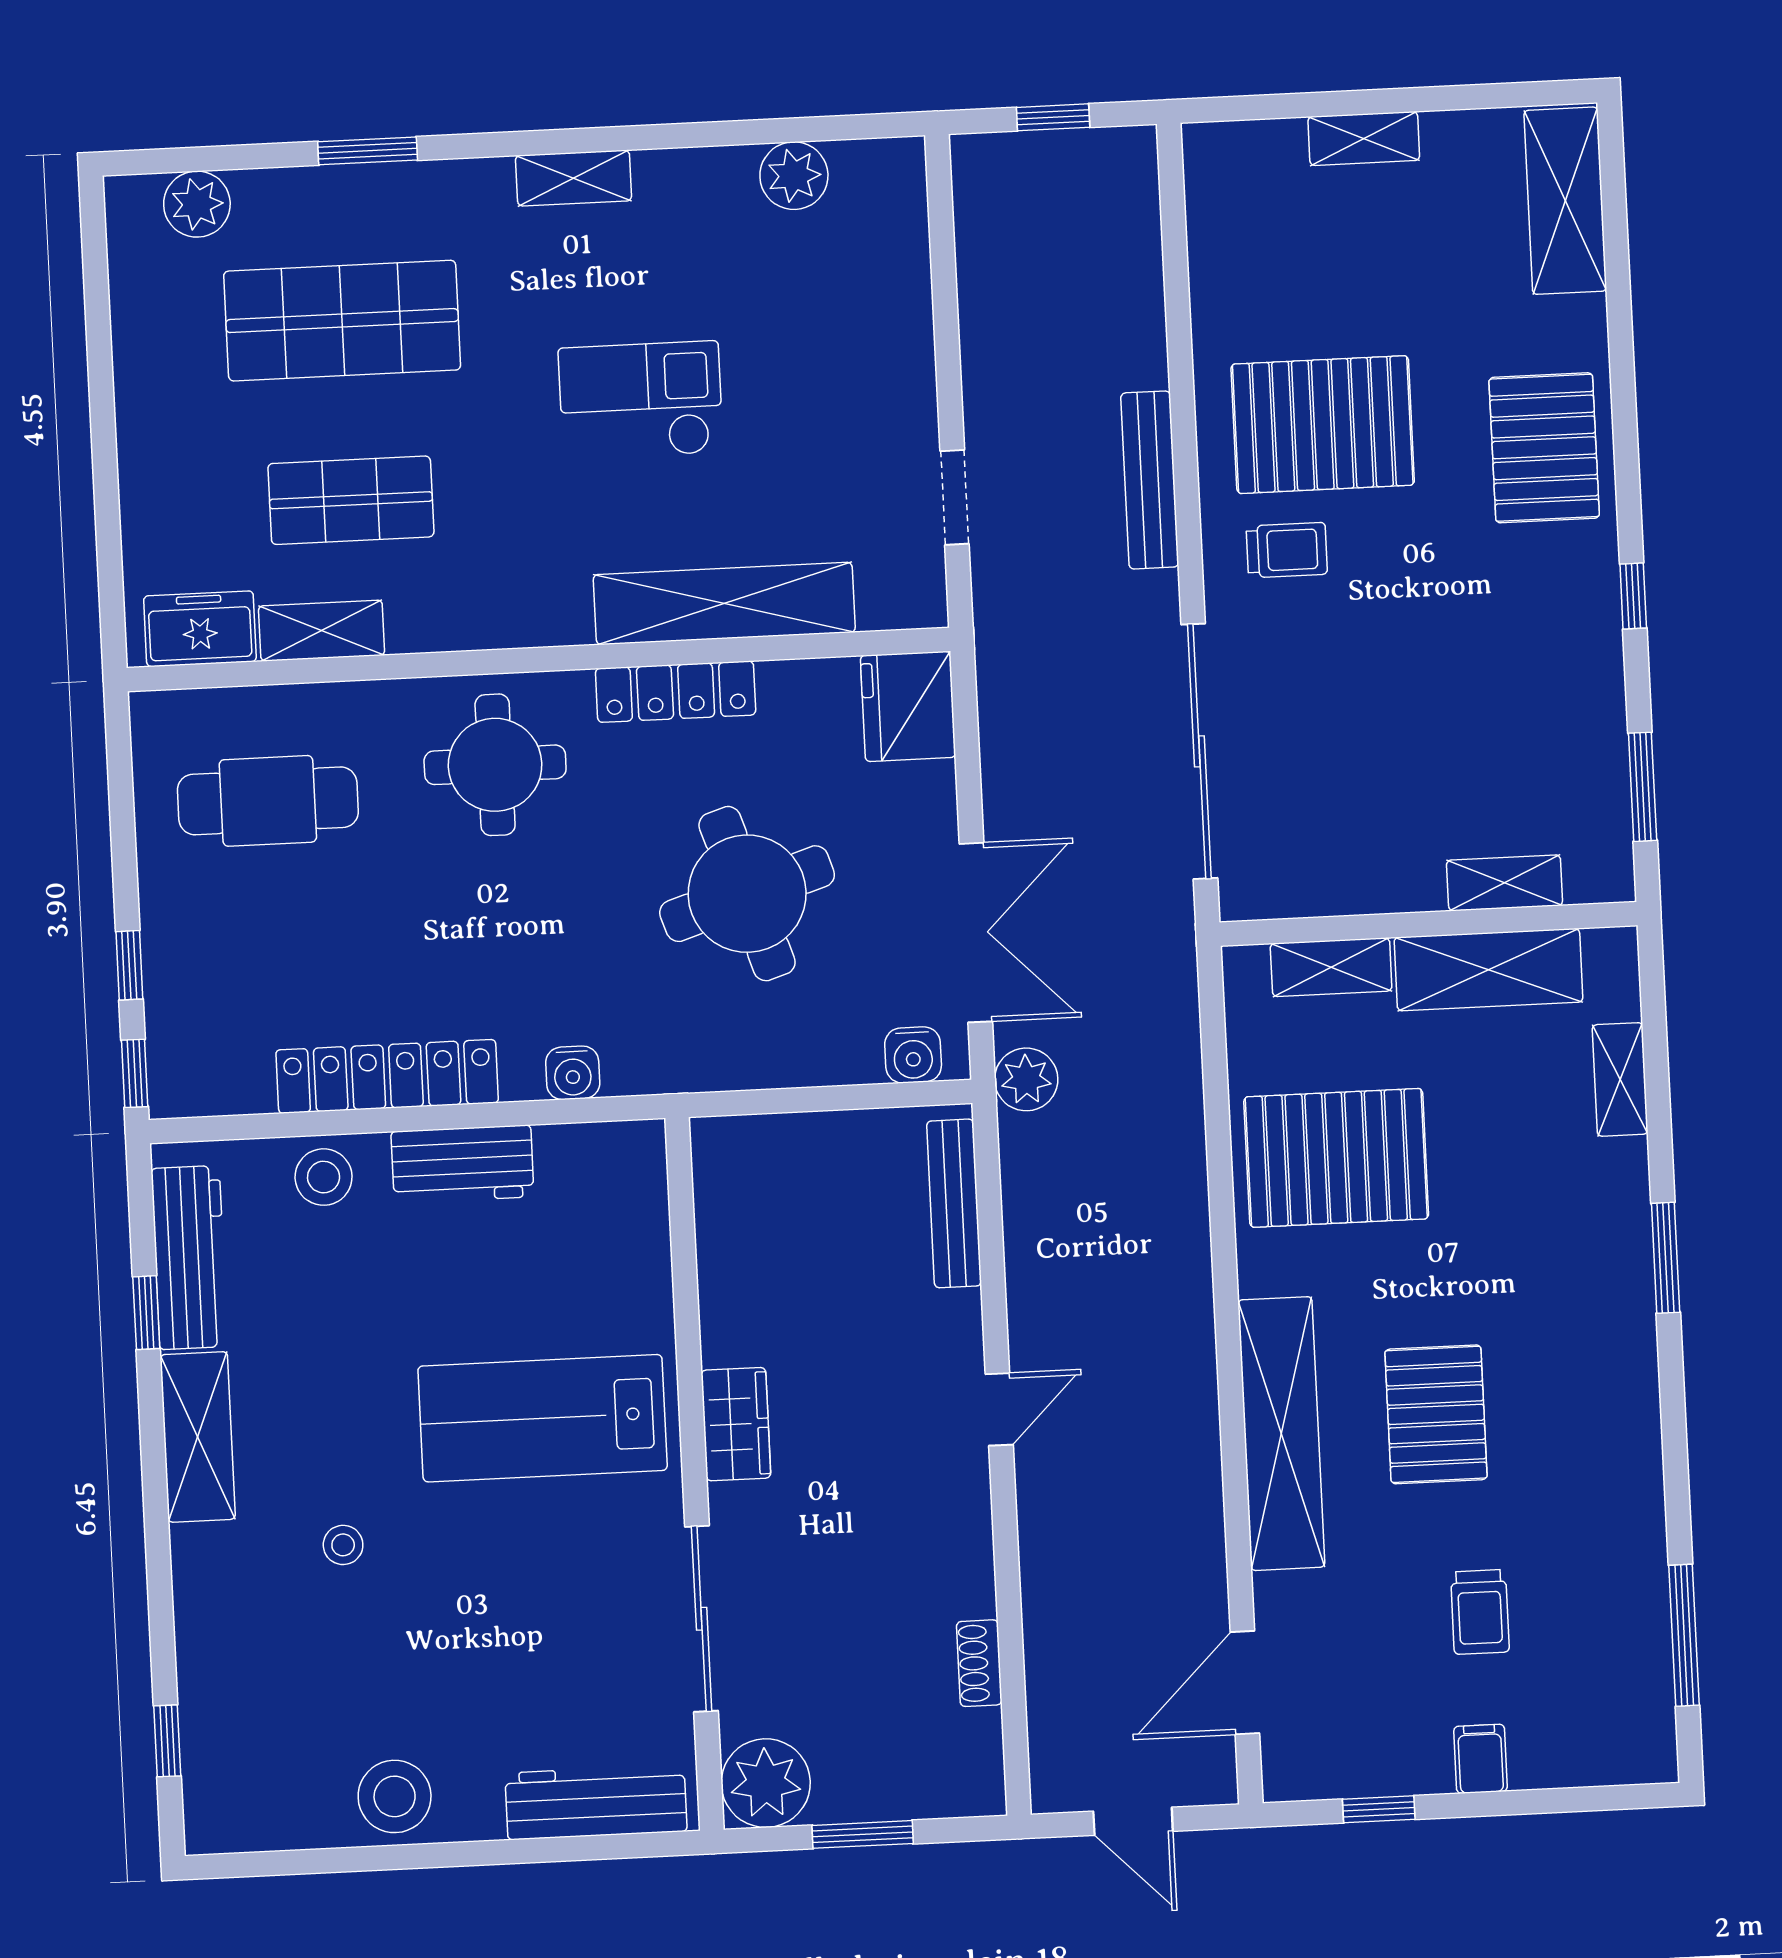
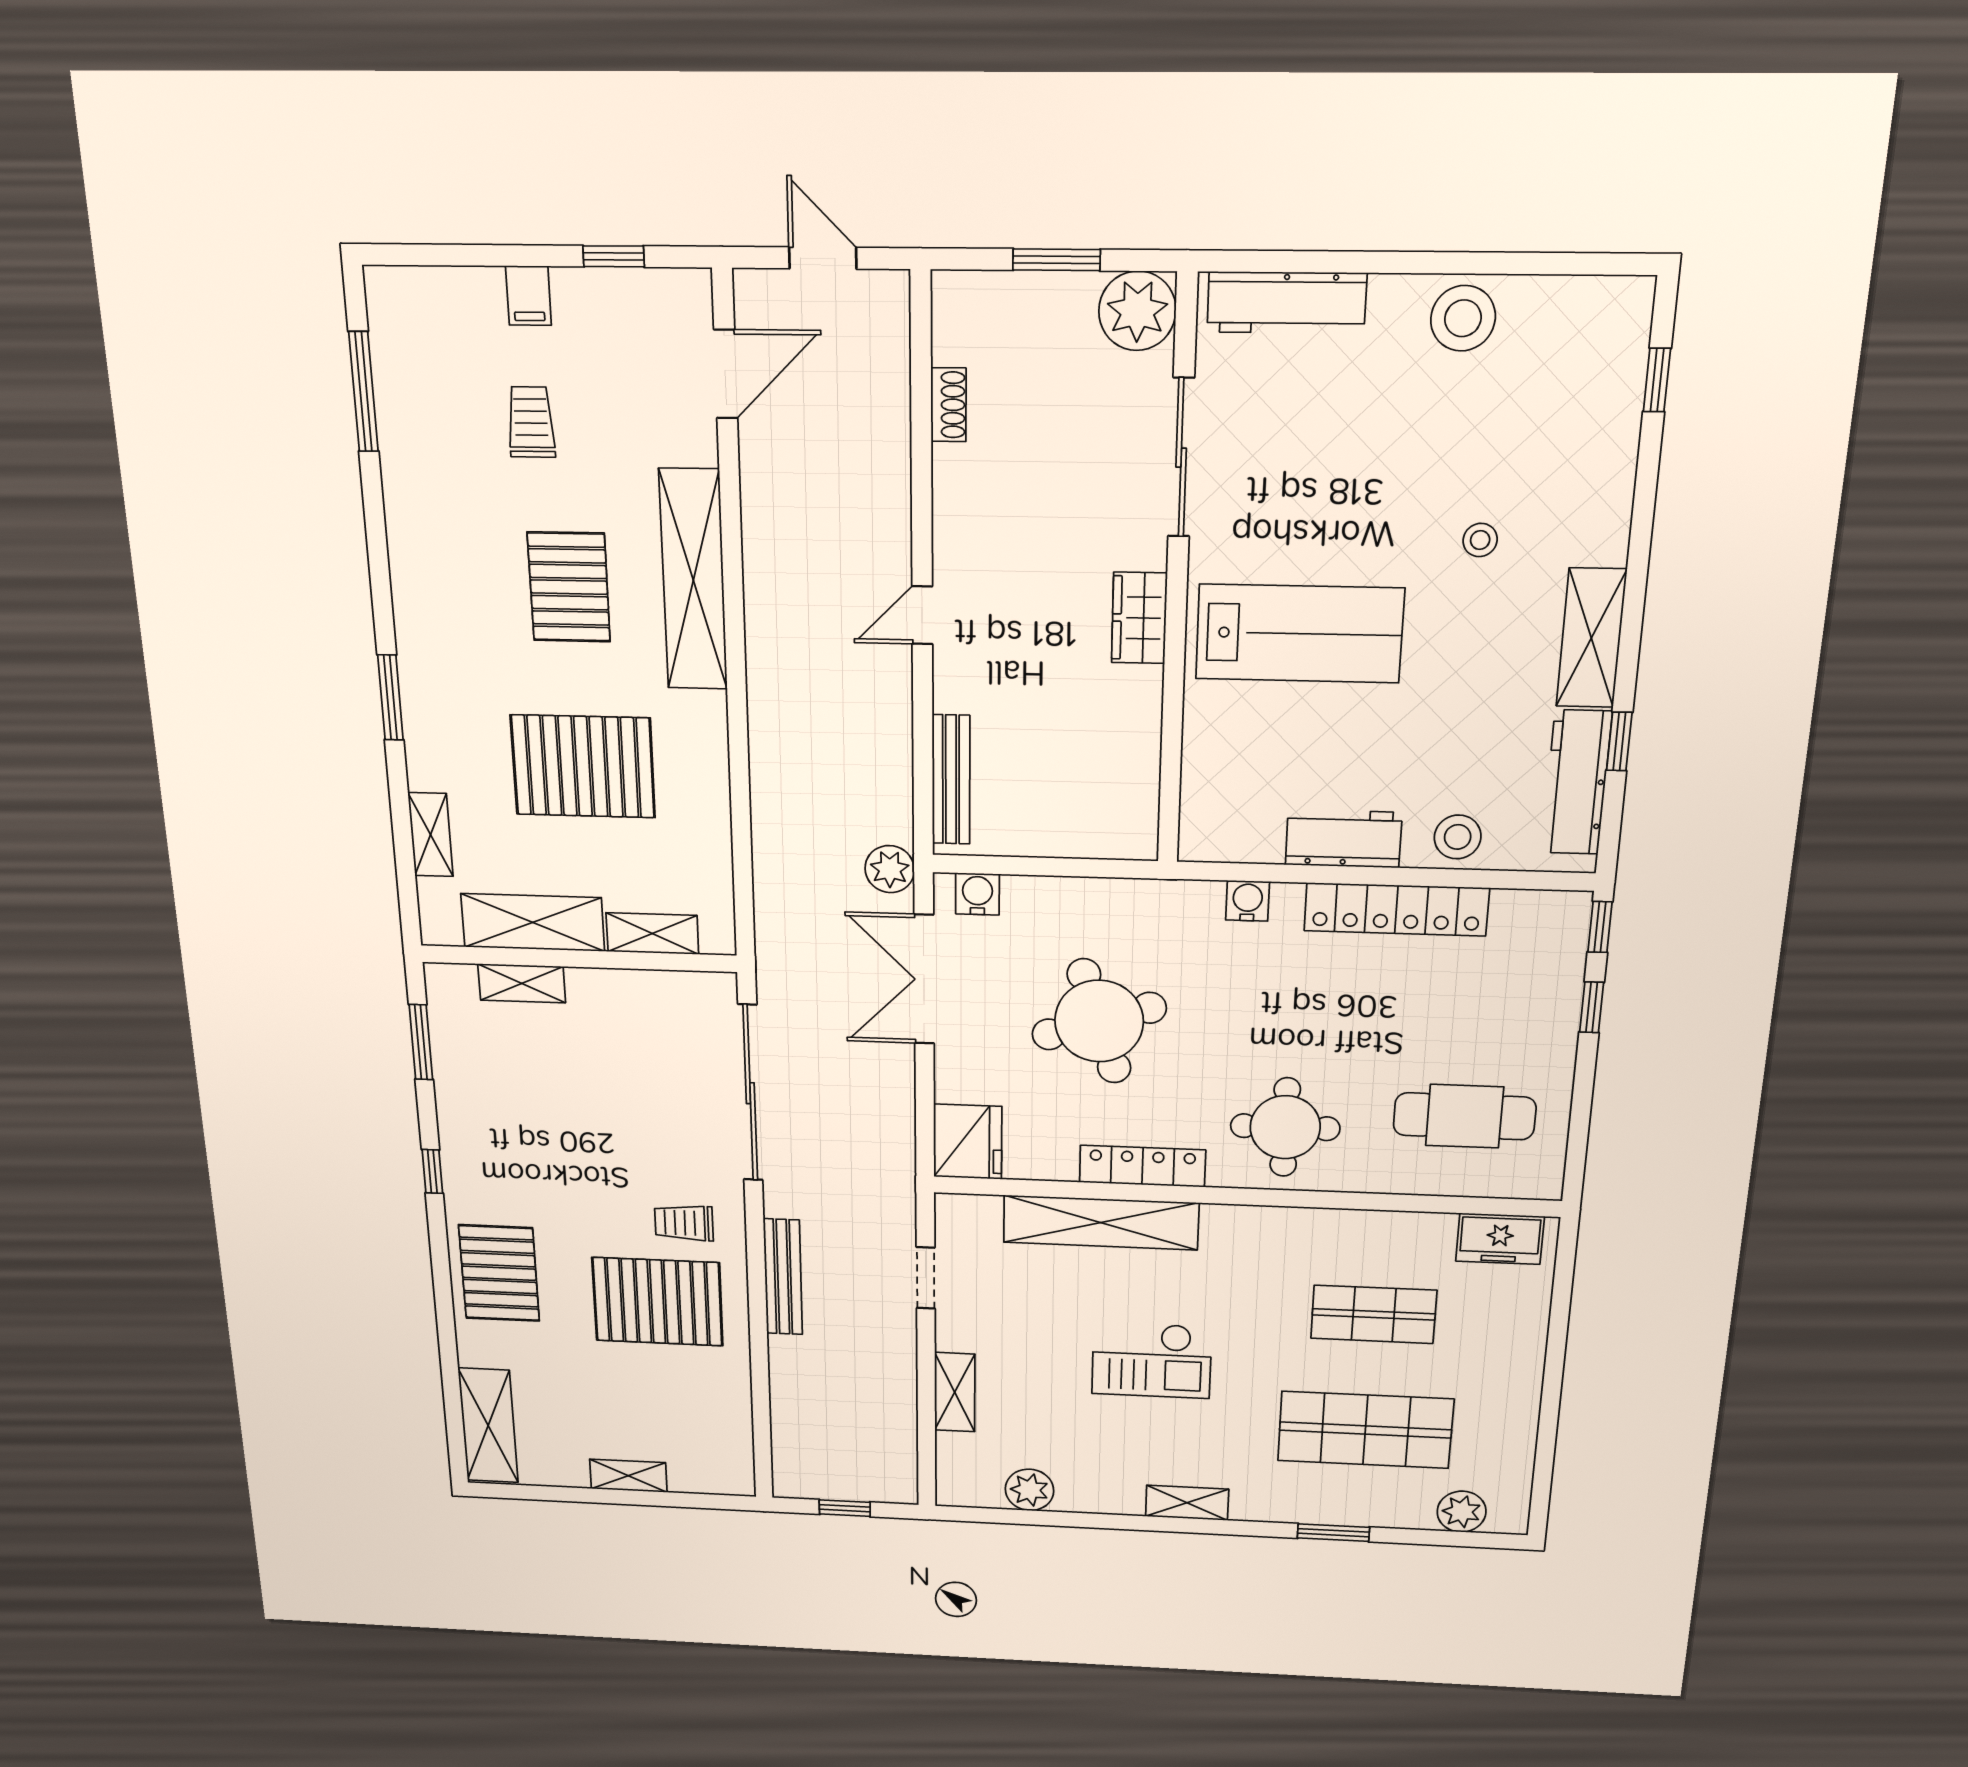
shelving: (322, 631) -> (955, 1392), moved, turned 90
pallet: (1336, 1158) -> (583, 766), moved

